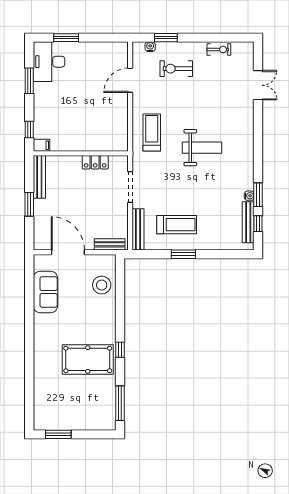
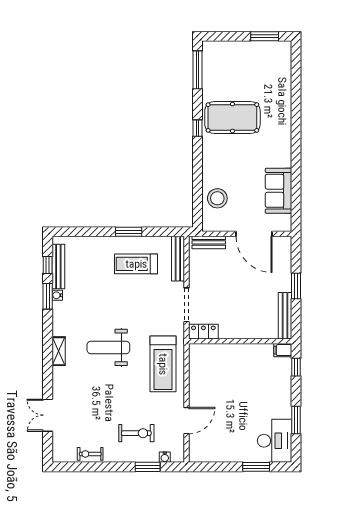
treadmill: (152, 132) -> (163, 364), width x1.37, depth x1.38
shelving: (248, 144) -> (59, 351), added
locker: (95, 162) -> (203, 332), moved

